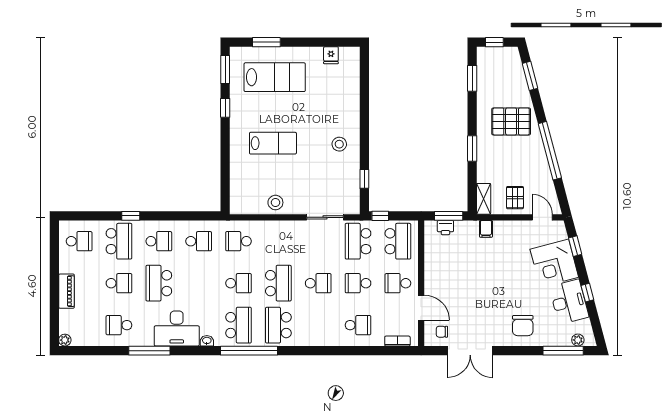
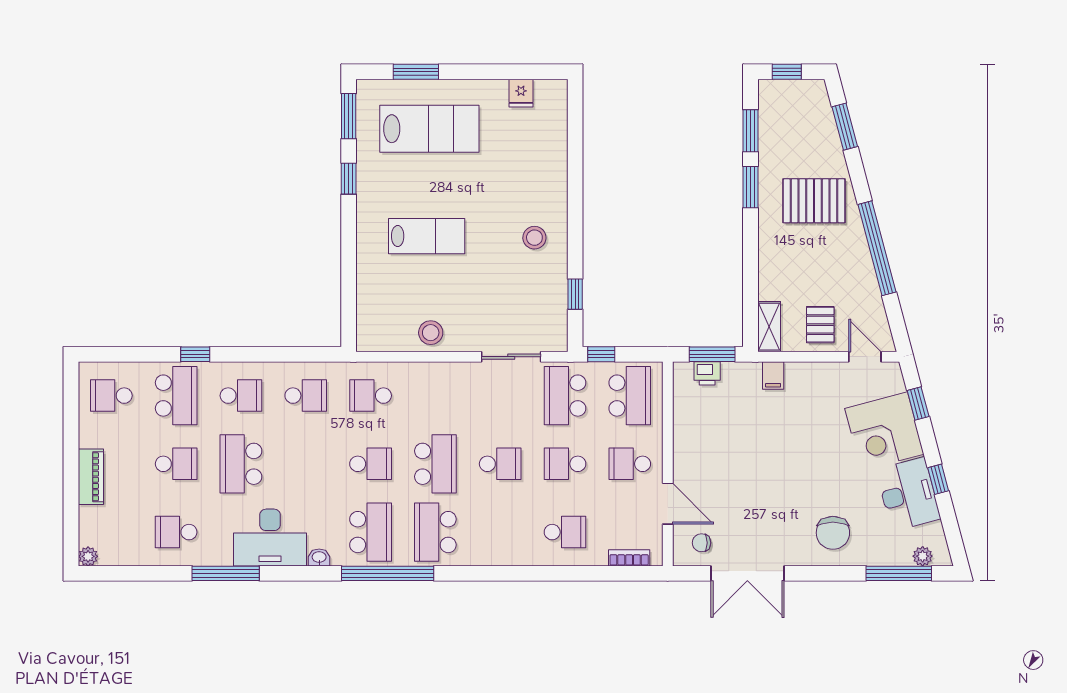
window: (472, 149) -> (750, 187), moved
school desk: (79, 241) -> (111, 396), turned 180

